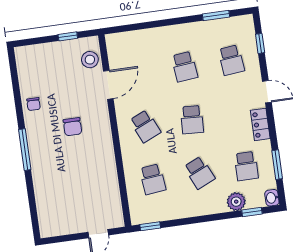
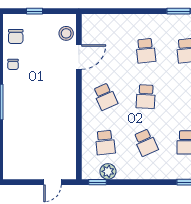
window: (68, 36) -> (35, 11), moved
chair: (73, 127) -> (16, 37), moved
plant: (236, 202) -> (108, 171), moved

